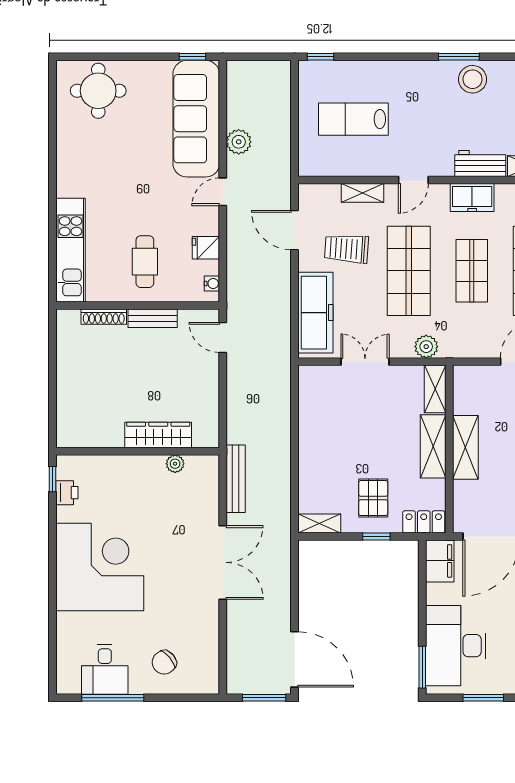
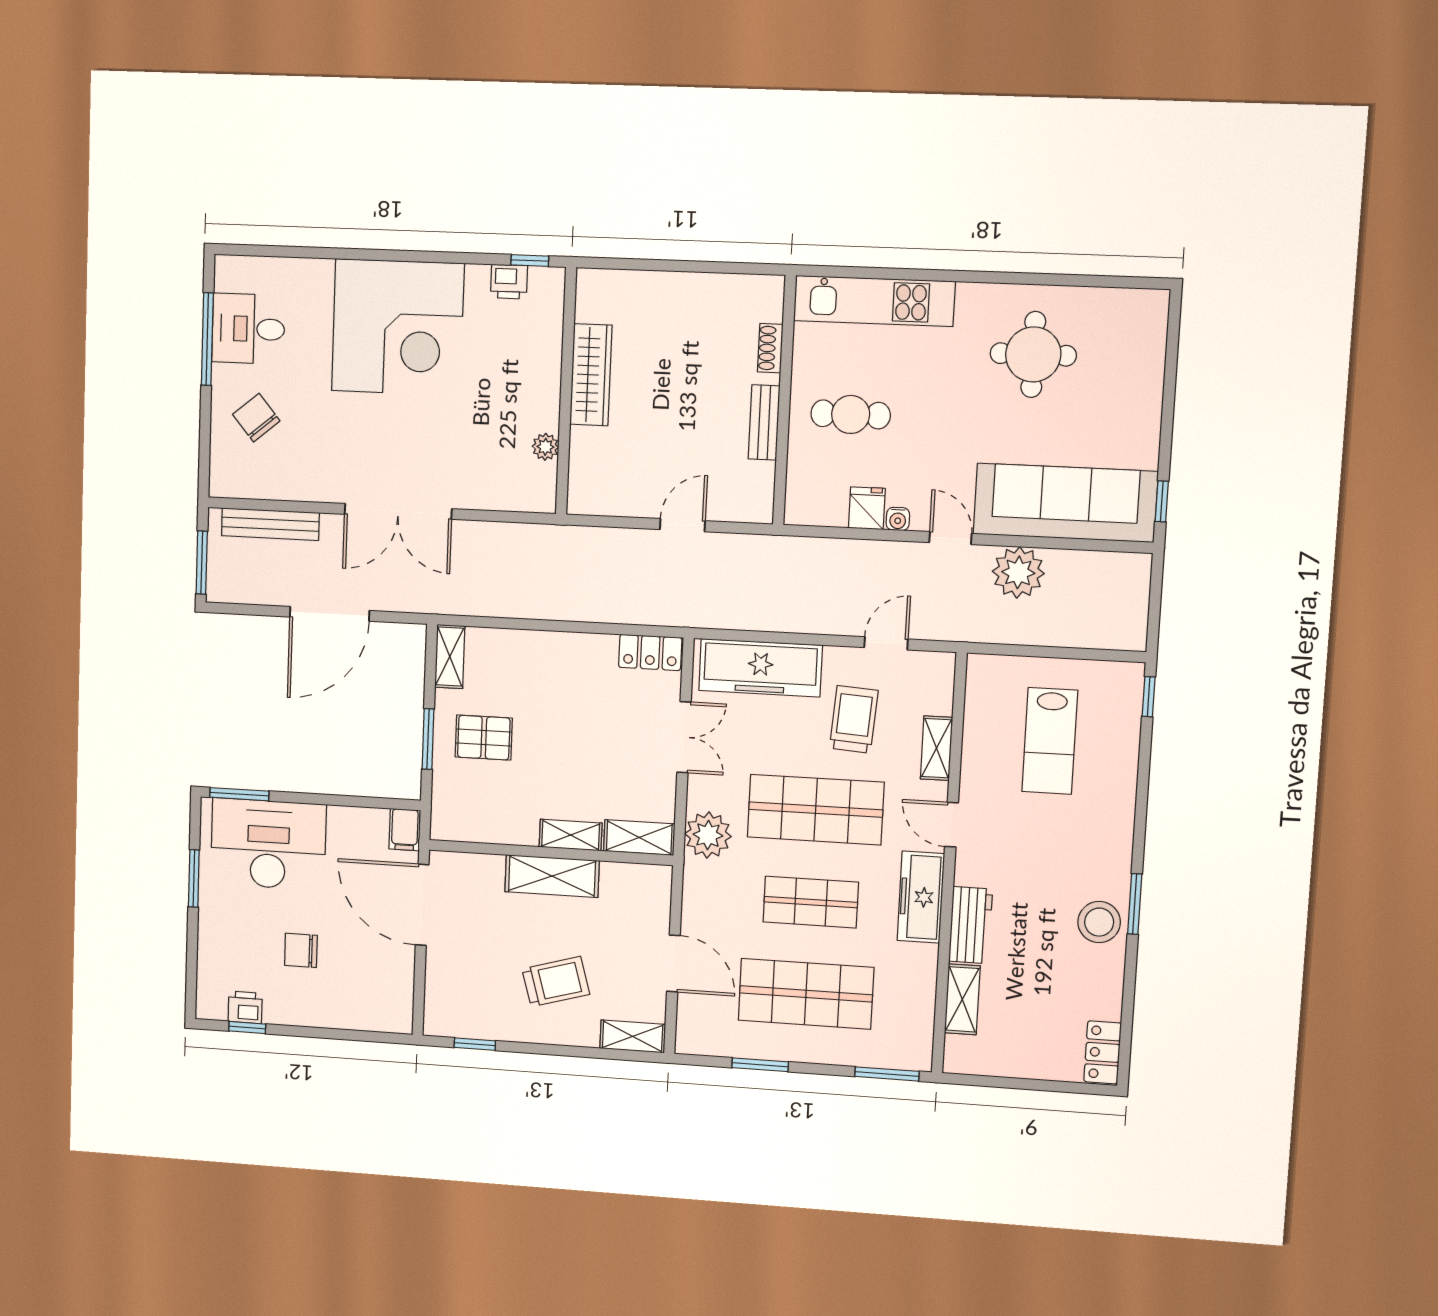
round table: (98, 91) -> (1033, 354), moved
lab bench: (353, 119) -> (1050, 741), turned 180
plant: (239, 142) -> (1018, 572), width x1.36, depth x1.36
freezer: (472, 198) -> (921, 897), width x1.40
door: (295, 230) -> (886, 643), width x0.73
water cooler: (212, 284) -> (898, 519), moved
shoe rack: (104, 317) -> (770, 348), width x0.70
door: (223, 337) -> (683, 525), moved
plant: (426, 347) -> (708, 835), width x1.36, depth x1.36
wardrobe: (158, 435) -> (591, 375), moved
shelving: (433, 446) -> (571, 835), width x0.67, depth x0.75
bench: (236, 479) -> (270, 524), moved
locker: (424, 522) -> (650, 652), moved, turned 90
window: (376, 536) -> (428, 739), width x1.50
filing cabinet: (440, 561) -> (405, 830), width x0.50
door: (295, 659) -> (330, 614), moved

